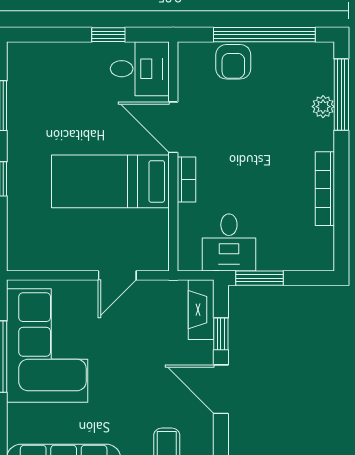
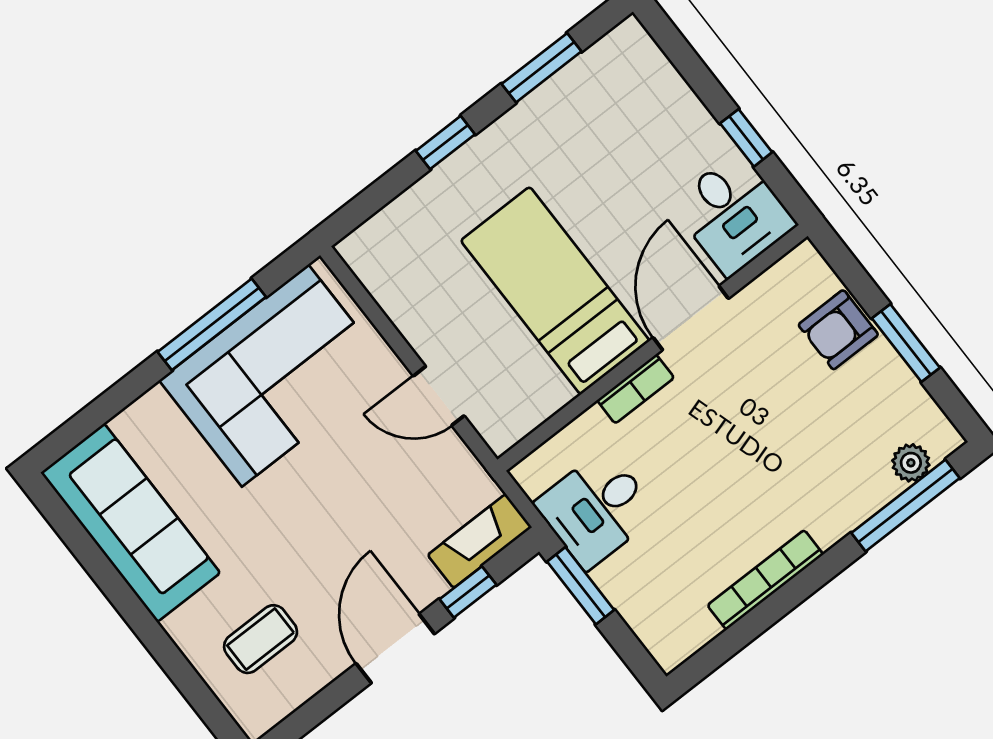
window: (264, 35) -> (906, 343), width x0.47
plant: (323, 107) -> (911, 463), moved

